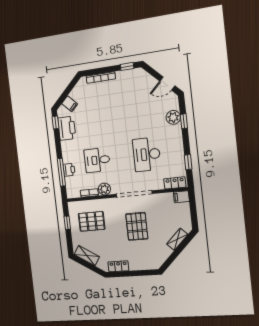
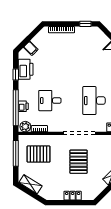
window: (56, 123) -> (16, 75), moved
window: (61, 172) -> (16, 108), width x1.46
plant: (104, 189) -> (25, 127), moved
window: (67, 223) -> (16, 153), width x2.17
locker: (118, 266) -> (73, 196), moved

